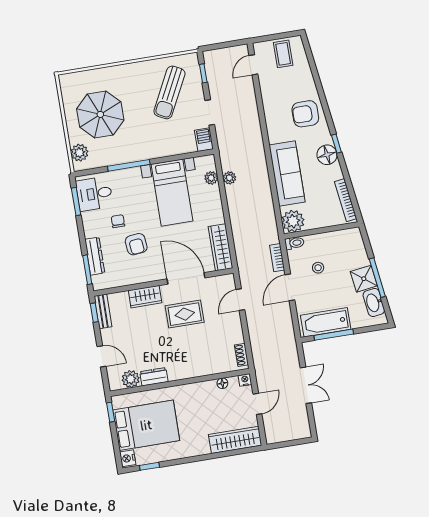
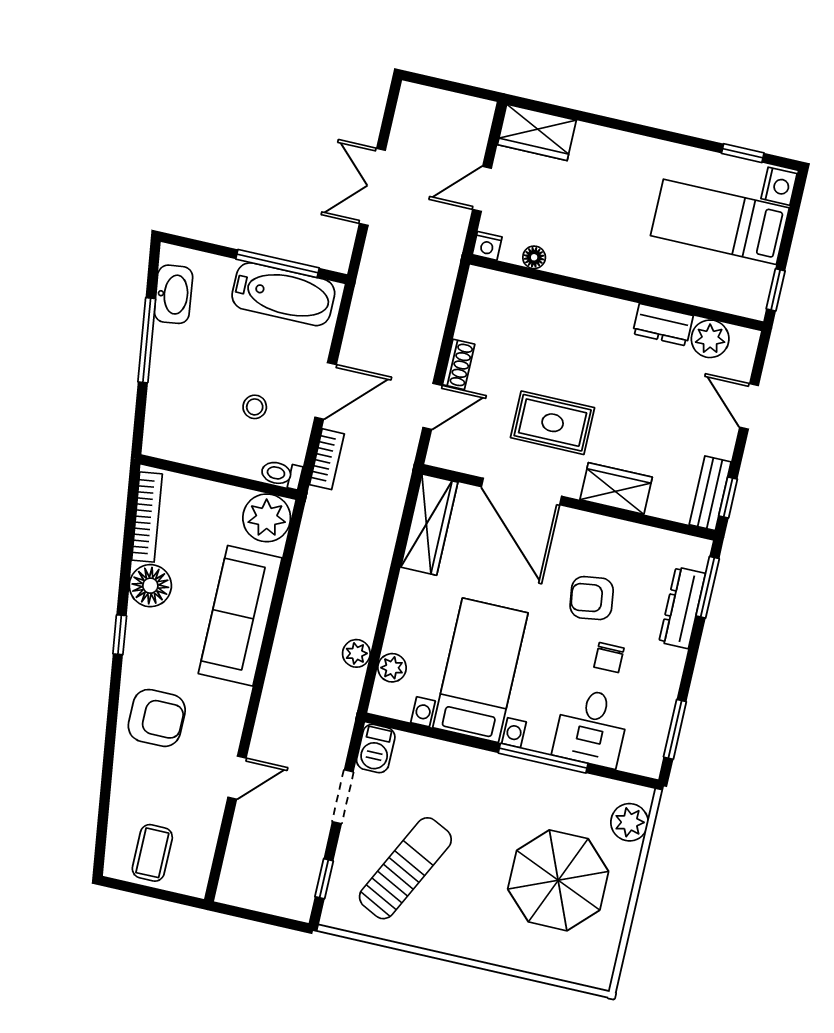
door: (253, 65) -> (237, 778), moved
floor lamp: (327, 155) -> (150, 586), moved
desk: (94, 194) -> (591, 727), moved, turned 90
armchair: (136, 244) -> (592, 598), turned -92
shower: (364, 279) -> (174, 349), removed
shoe rack: (242, 355) -> (459, 364), moved
bed: (146, 425) -> (720, 222), width x0.67
wardrobe: (235, 440) -> (537, 132), width x0.67

